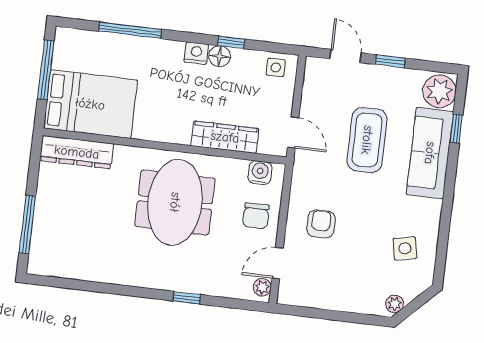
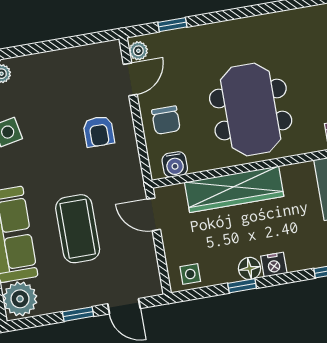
wardrobe: (225, 137) -> (234, 189), width x1.40, depth x1.17
chair: (256, 216) -> (166, 120), turned 180
window: (187, 298) -> (172, 25), moved

